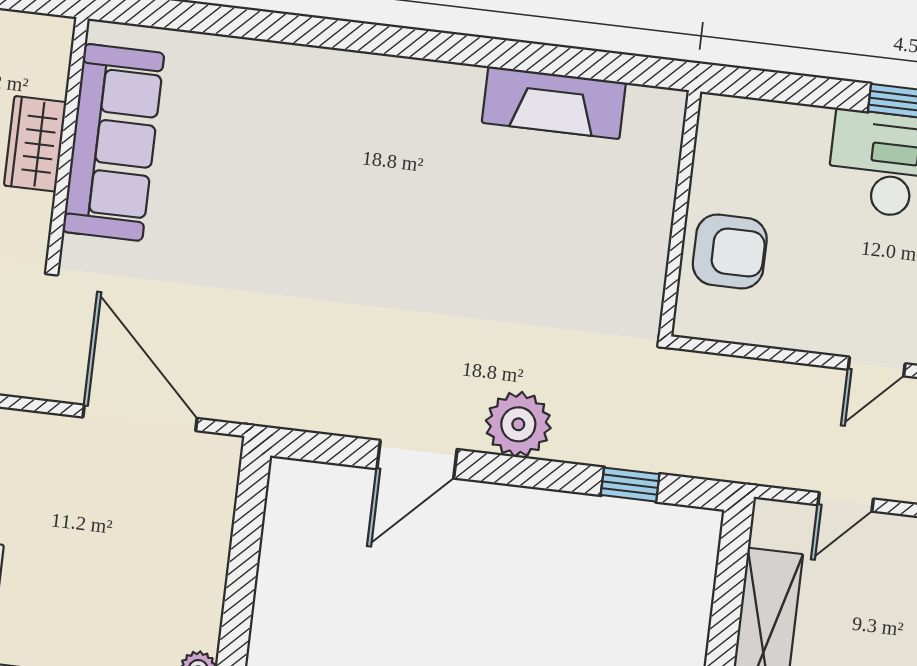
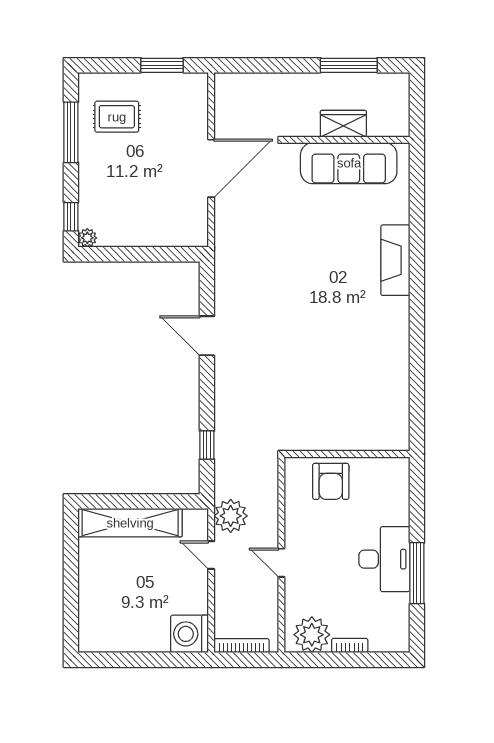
fireplace: (554, 103) -> (395, 260), moved
door: (140, 418) -> (211, 168), moved
plant: (518, 424) -> (231, 516), moved

